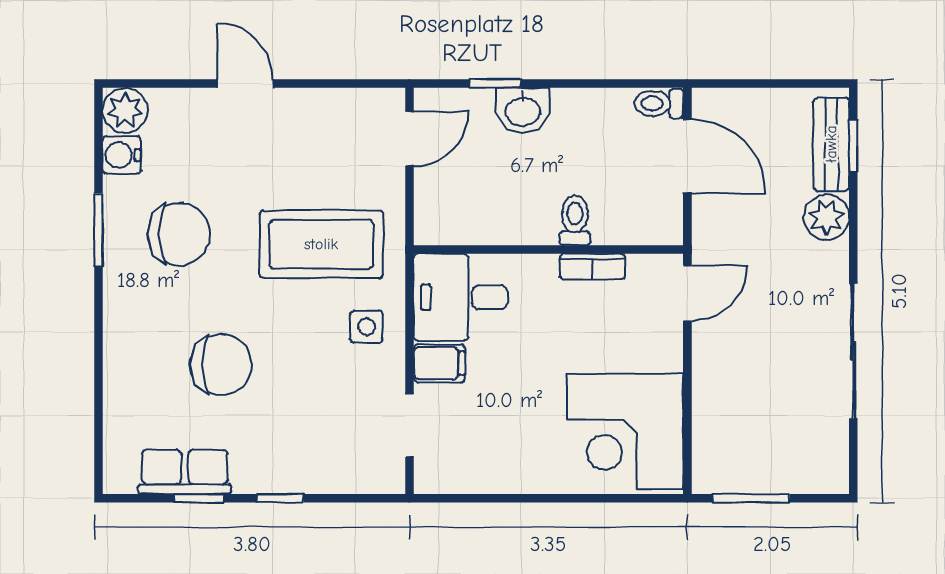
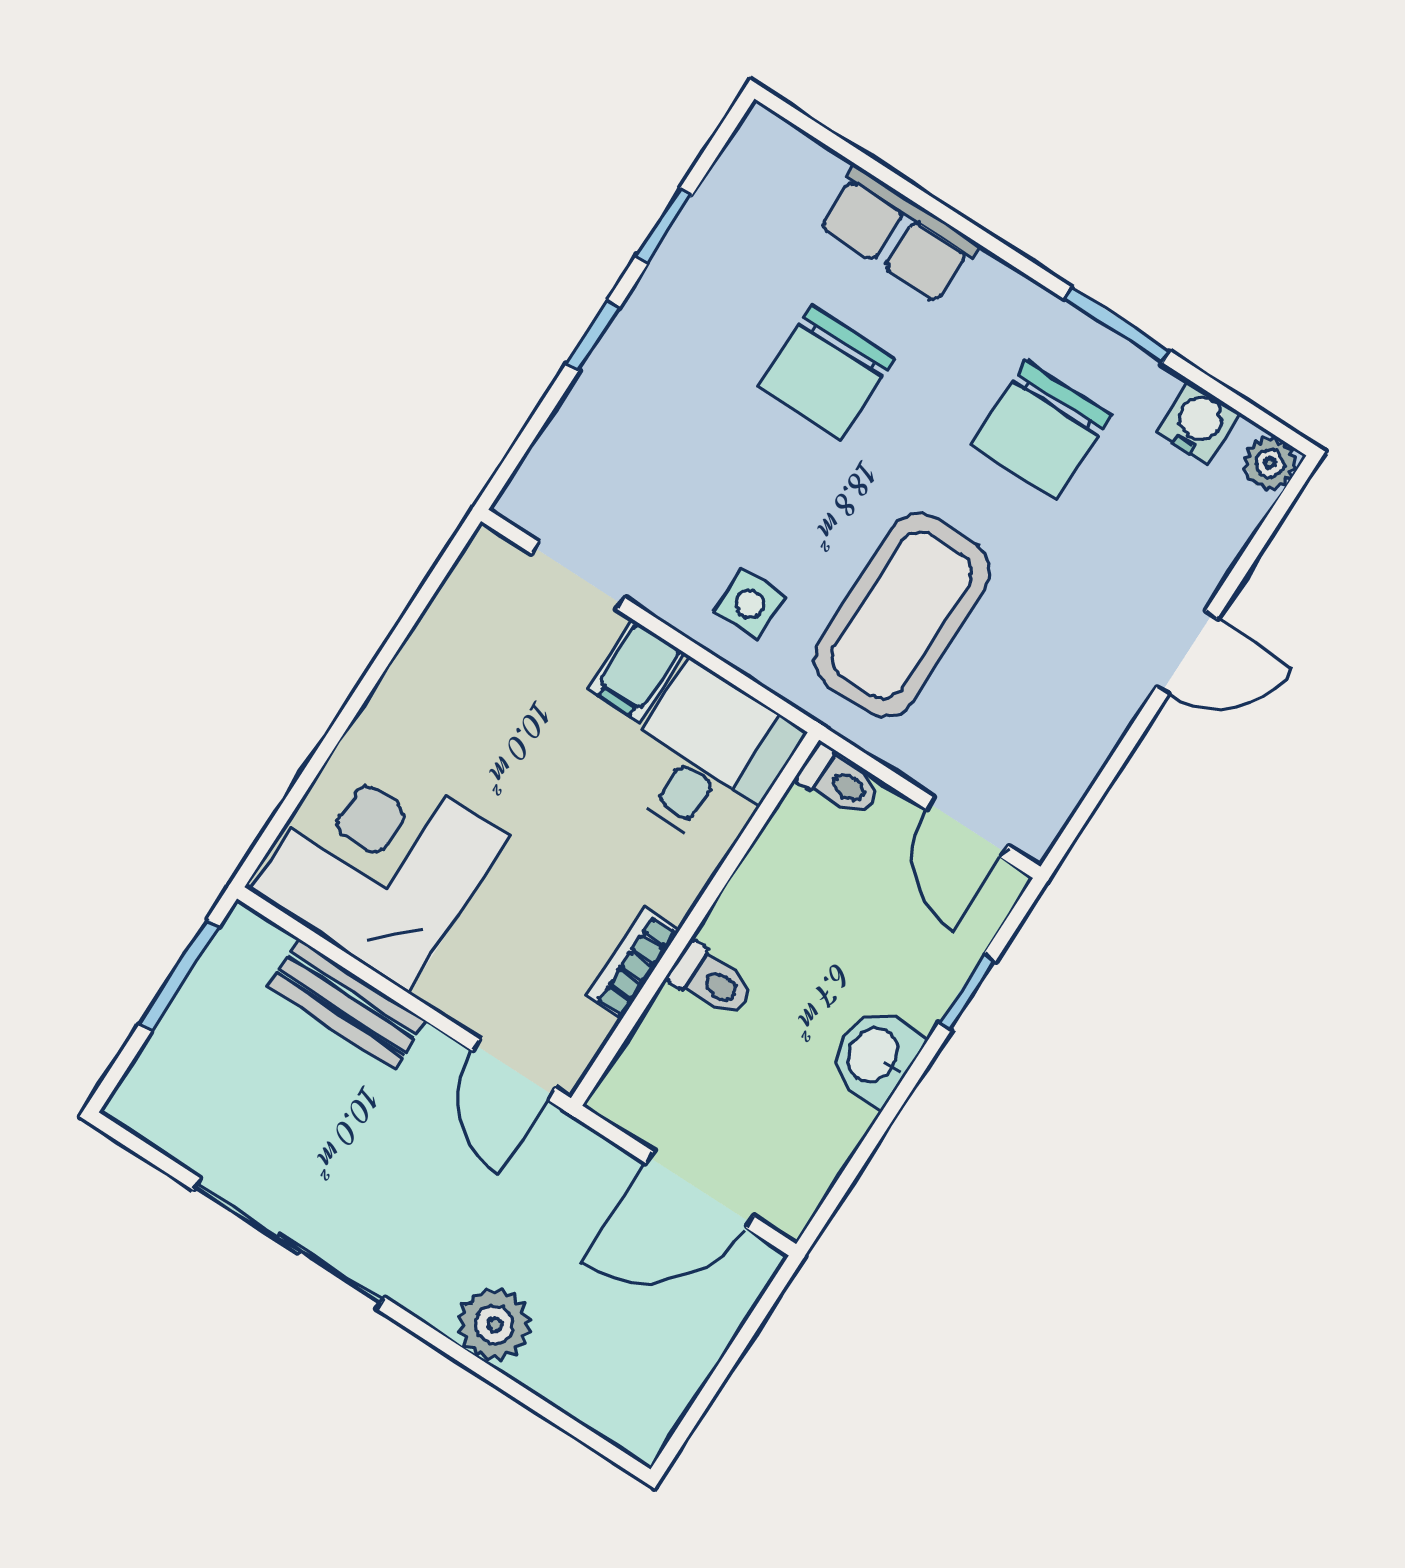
toilet: (659, 104) -> (839, 781), moved, turned 90
plant: (125, 110) -> (1270, 463), width x0.73, depth x0.73
washbasin: (523, 110) -> (874, 1056), moved
bench: (831, 144) -> (347, 1004), moved
window: (853, 146) -> (568, 1424), removed
row of seats: (185, 472) -> (898, 234), moved, turned 90

